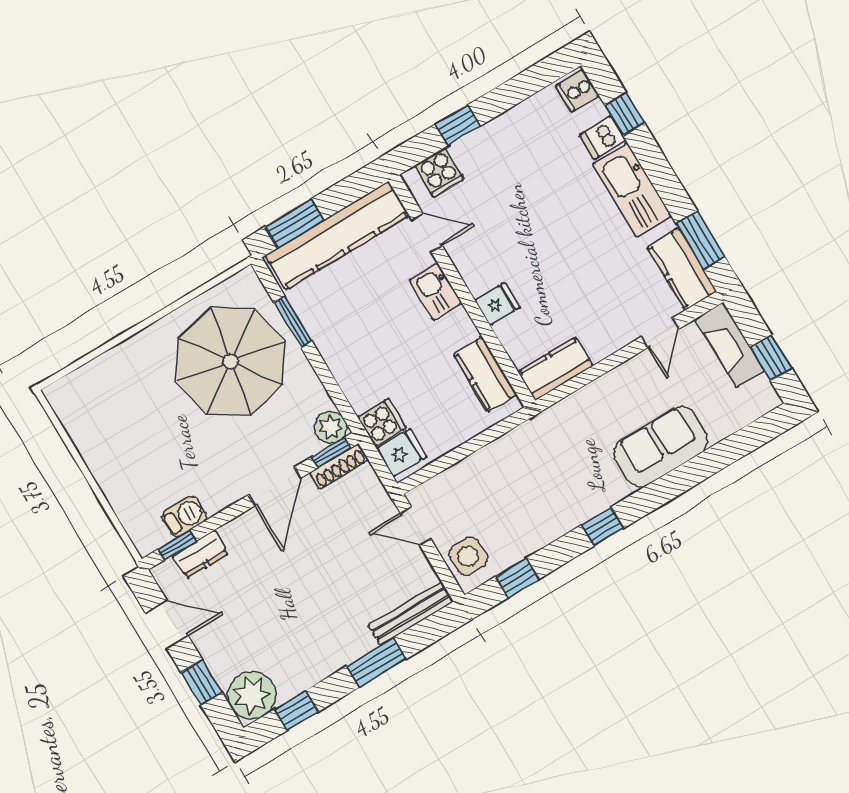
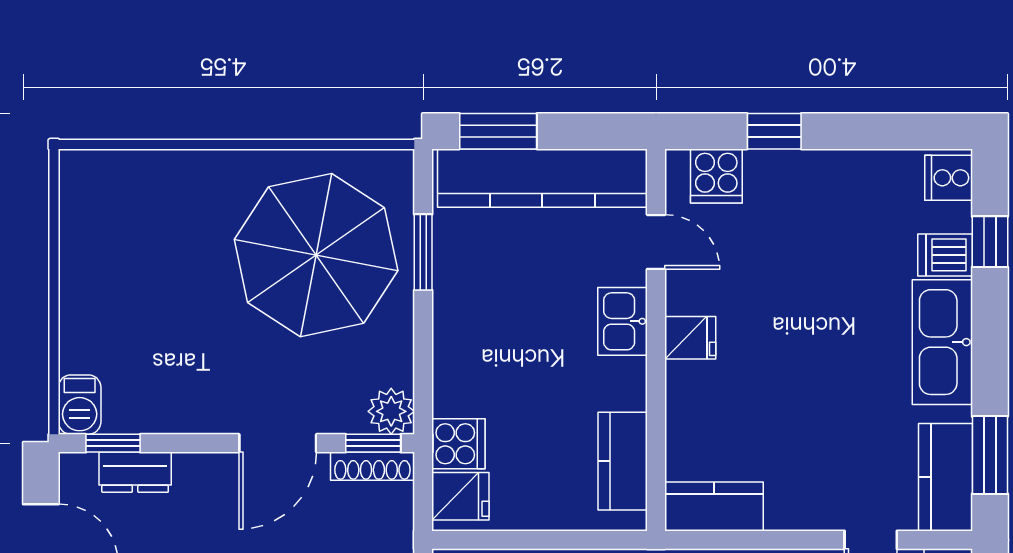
fridge: (497, 304) -> (690, 338), moved
barbecue: (184, 517) -> (80, 405), moved, turned 90

